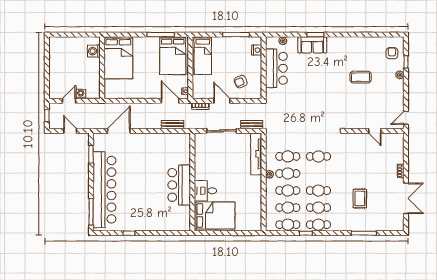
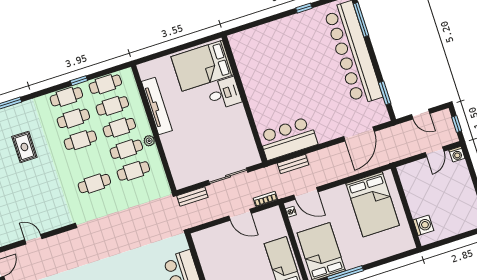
bed: (118, 58) -> (373, 204), moved, turned 180
armchair: (241, 82) -> (224, 247), removed
washing machine: (81, 94) -> (457, 154), moved
tv unit: (256, 154) -> (157, 106), moved
bar counter: (179, 185) -> (288, 138), moved, turned -90

